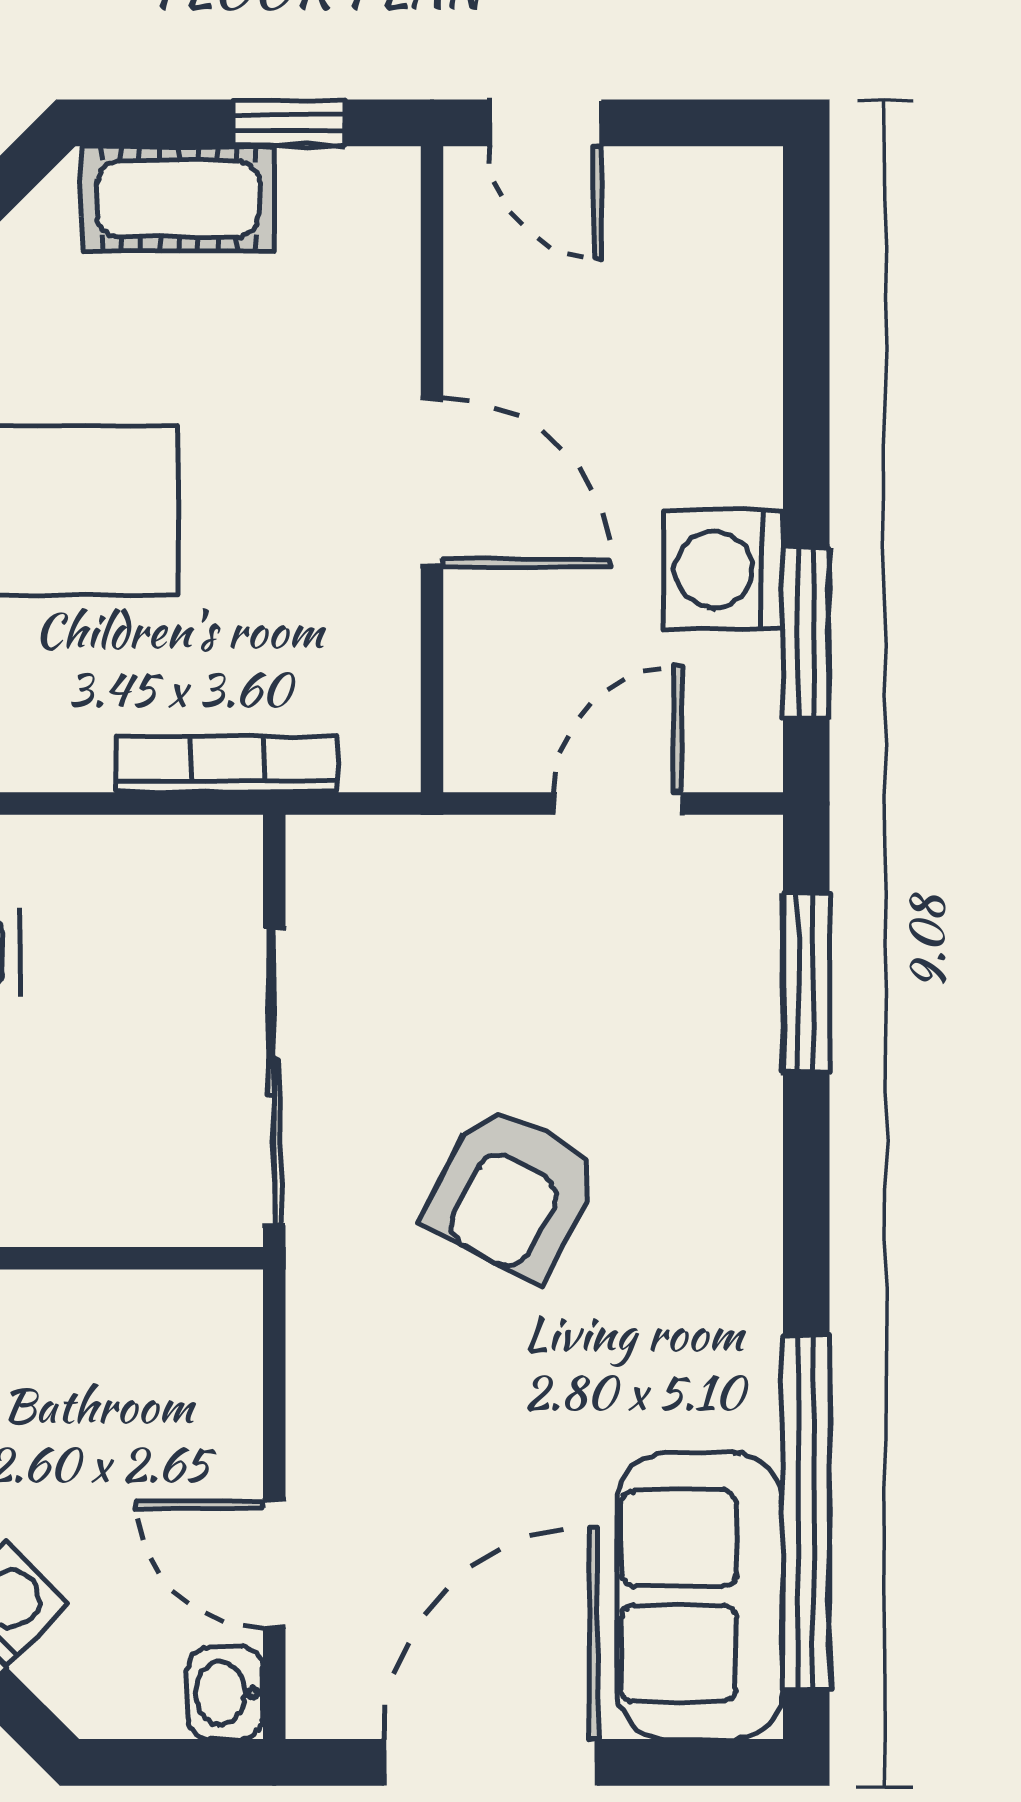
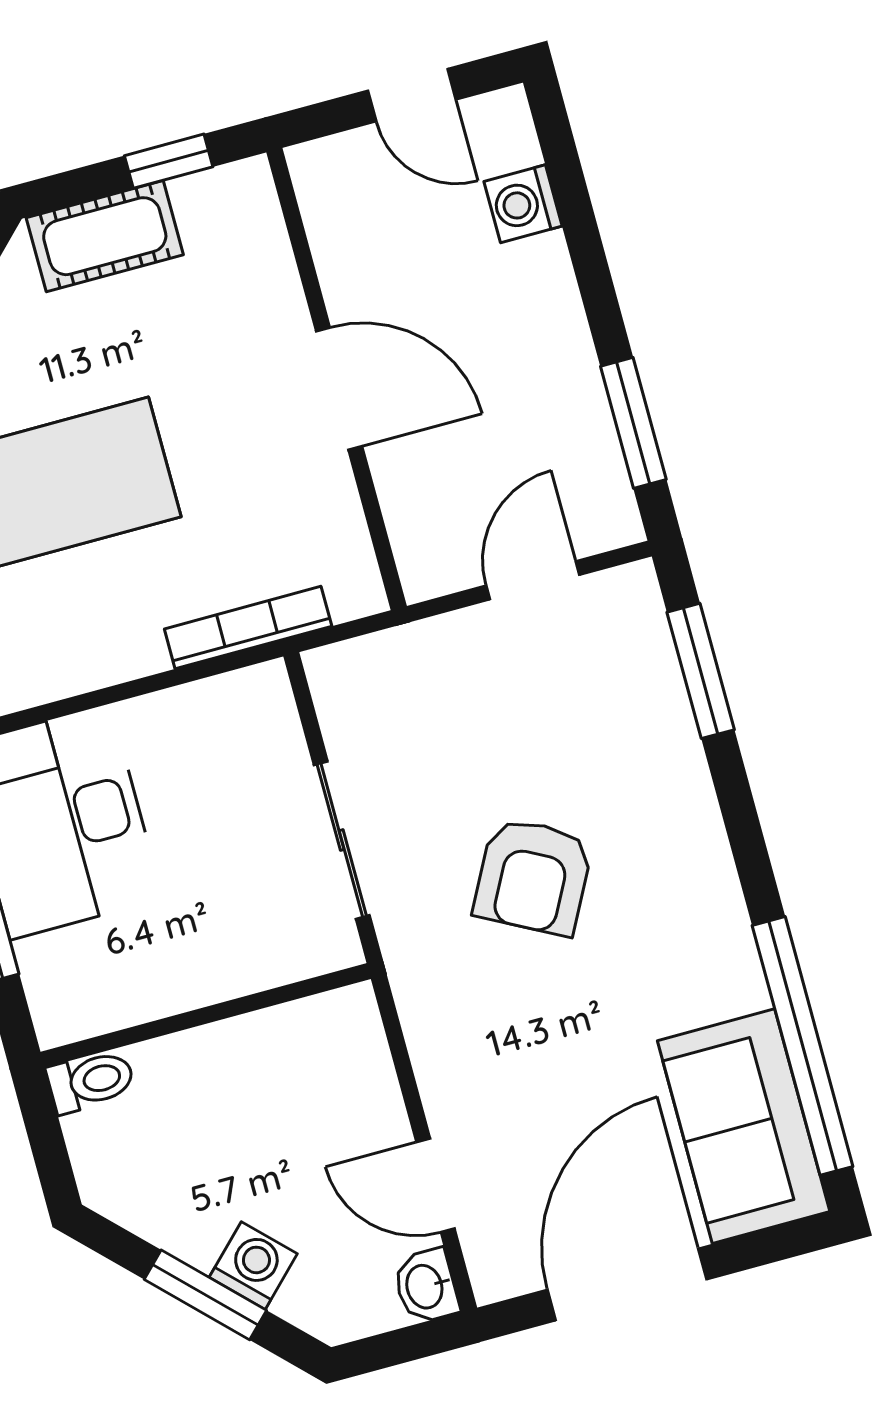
door: (545, 123) -> (412, 95), moved
washing machine: (723, 569) -> (523, 204), moved, width x0.73, depth x0.73
sliding door: (274, 1077) -> (342, 840), width x0.73

